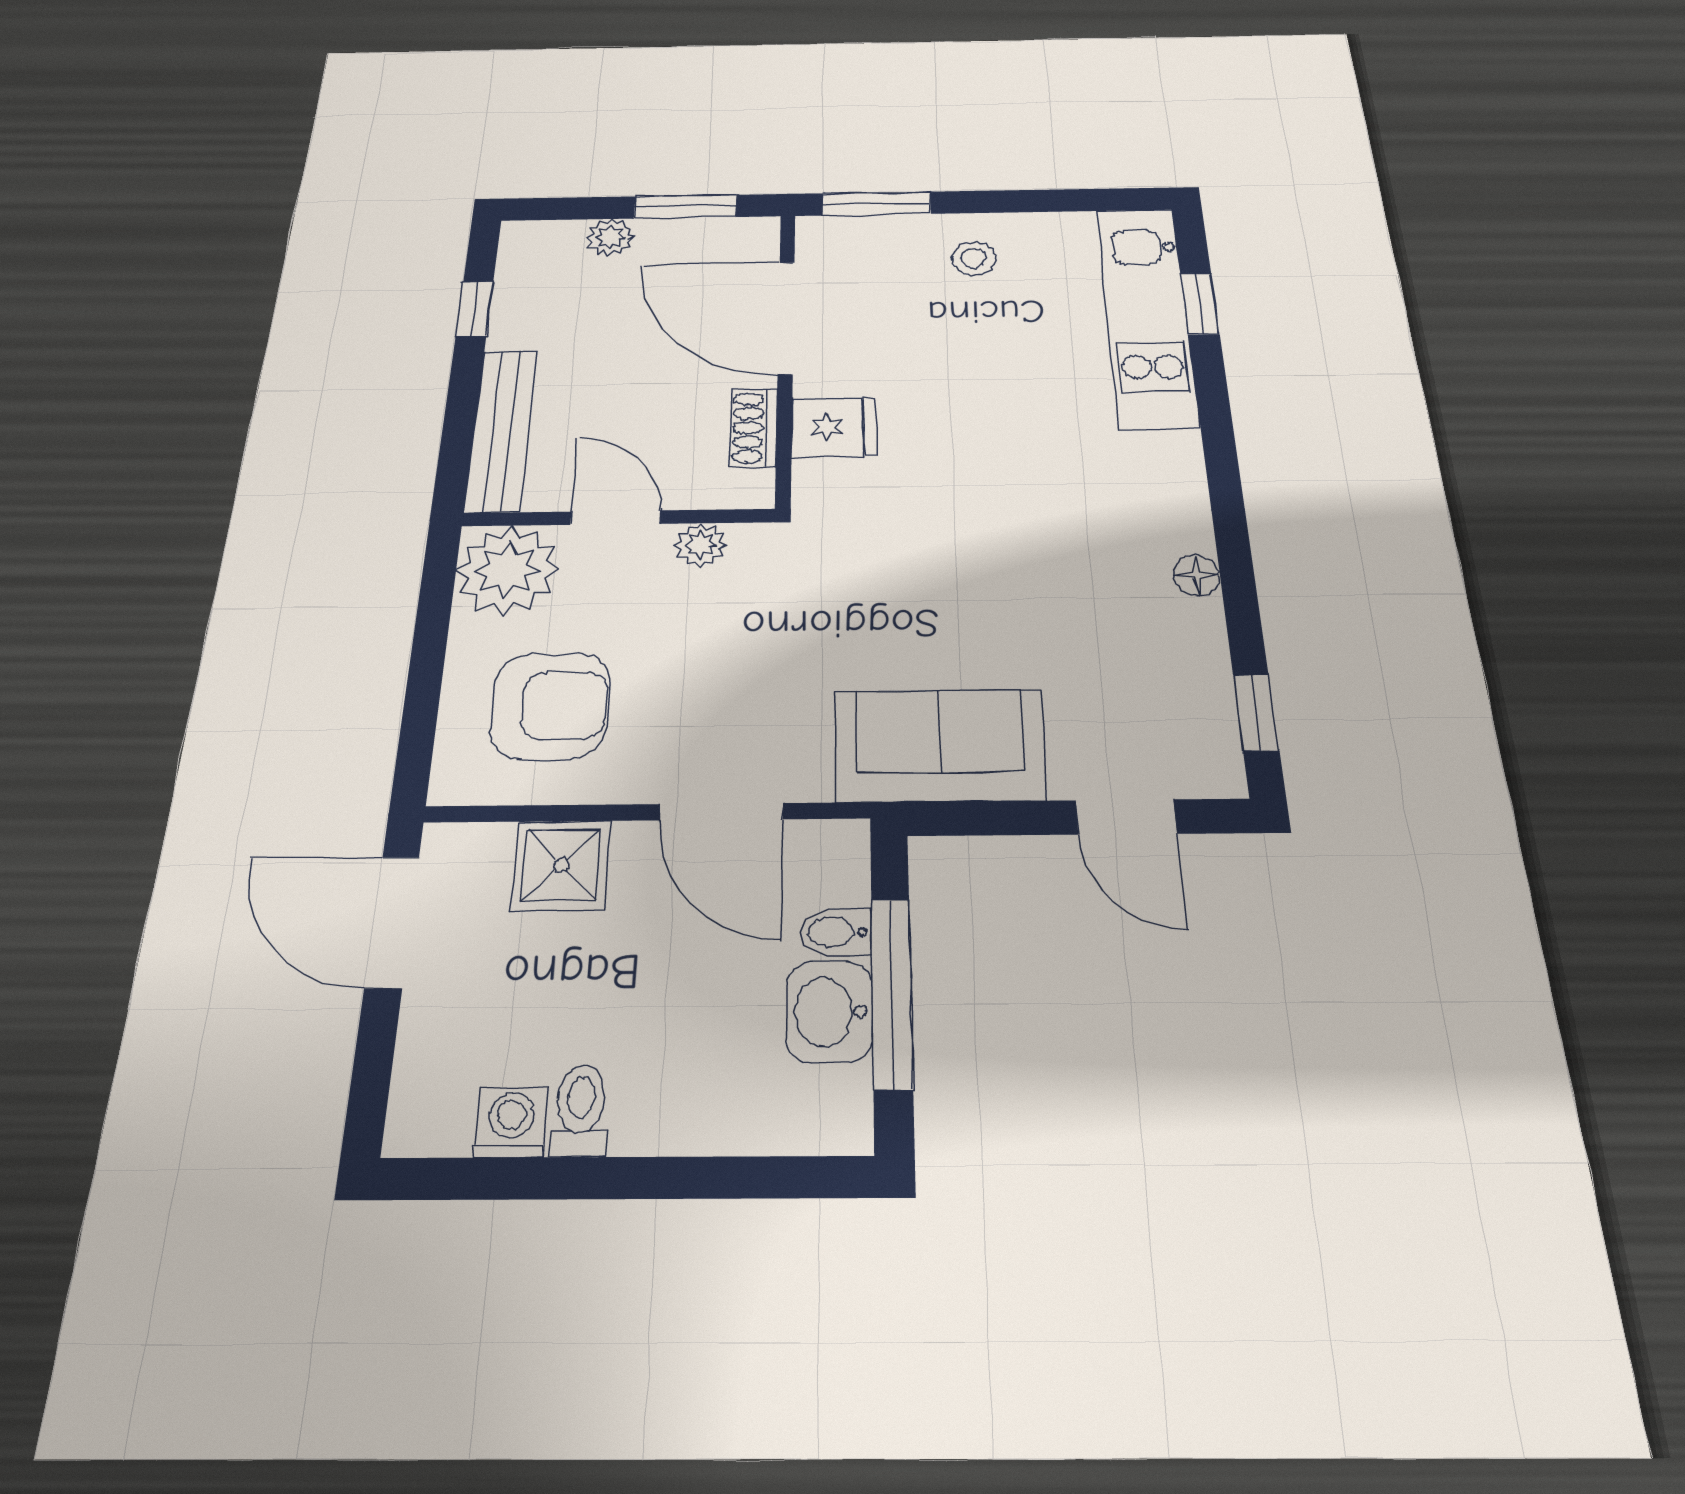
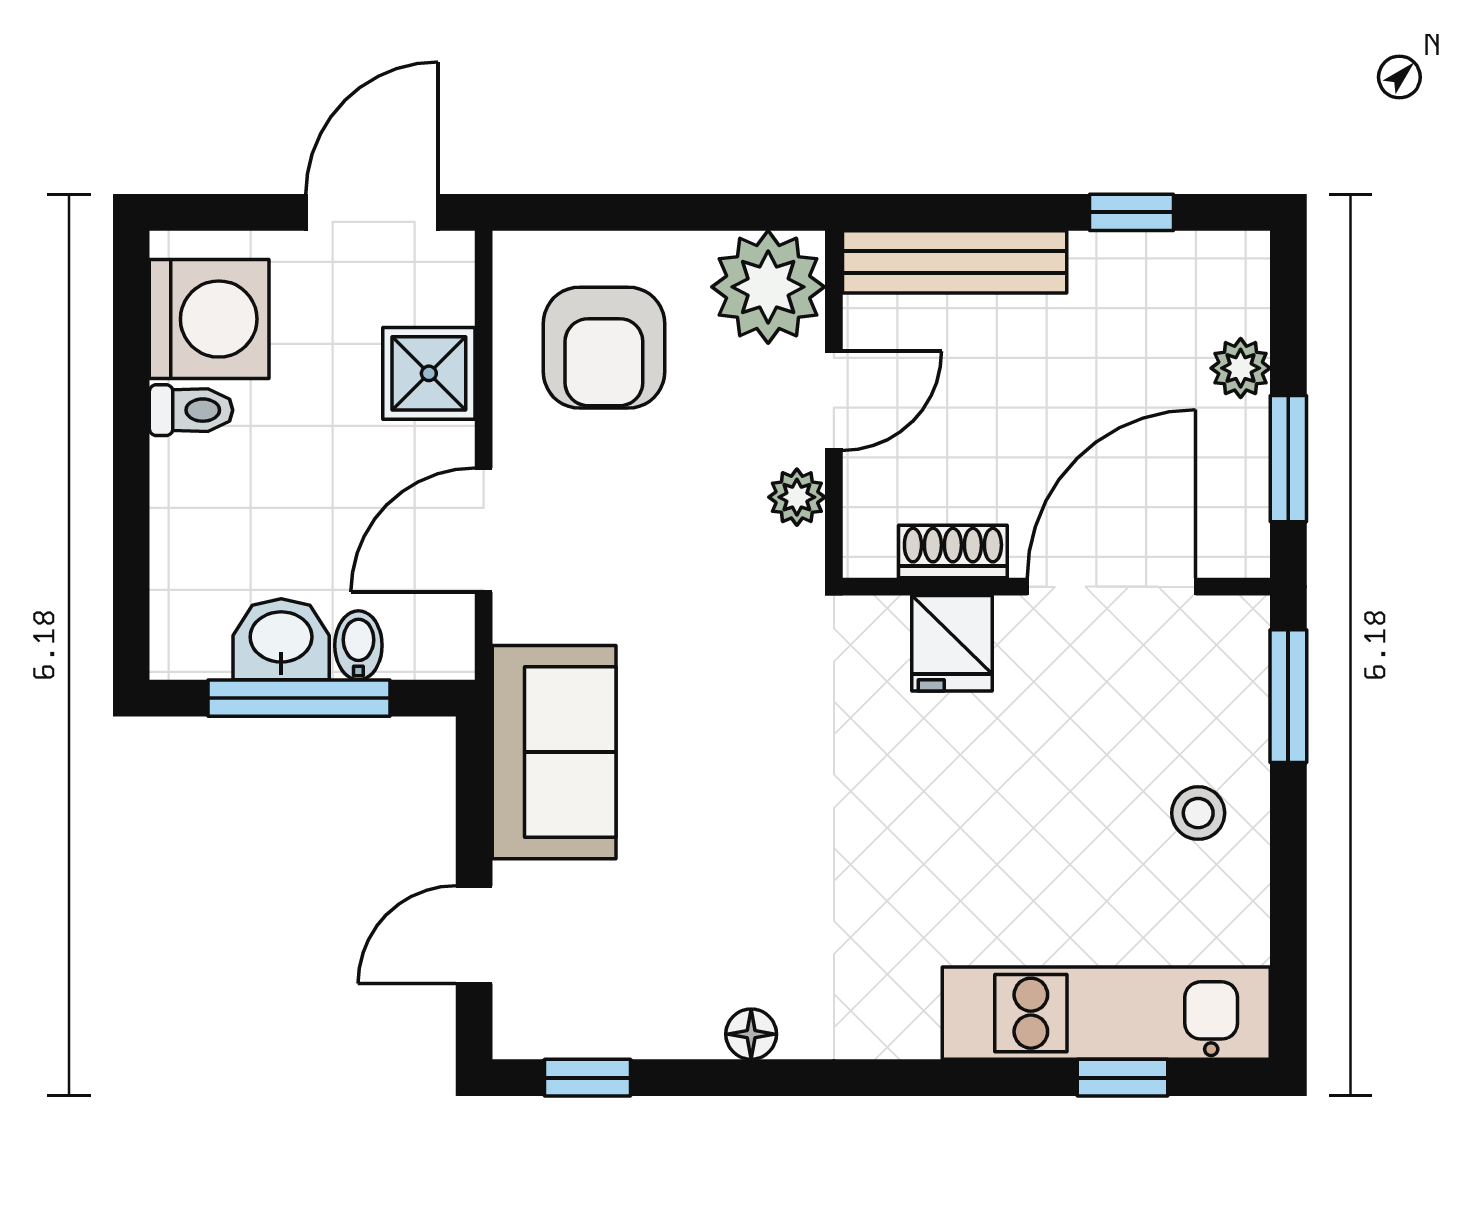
washing machine: (511, 1122) -> (209, 319), width x1.89, depth x1.89

